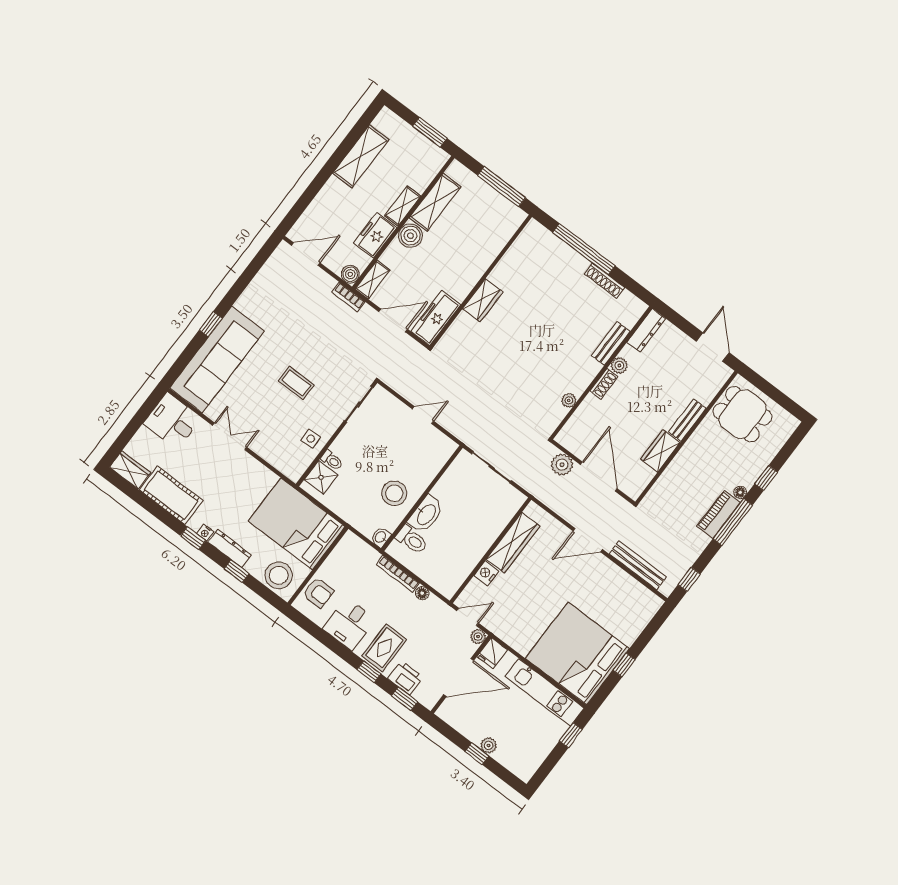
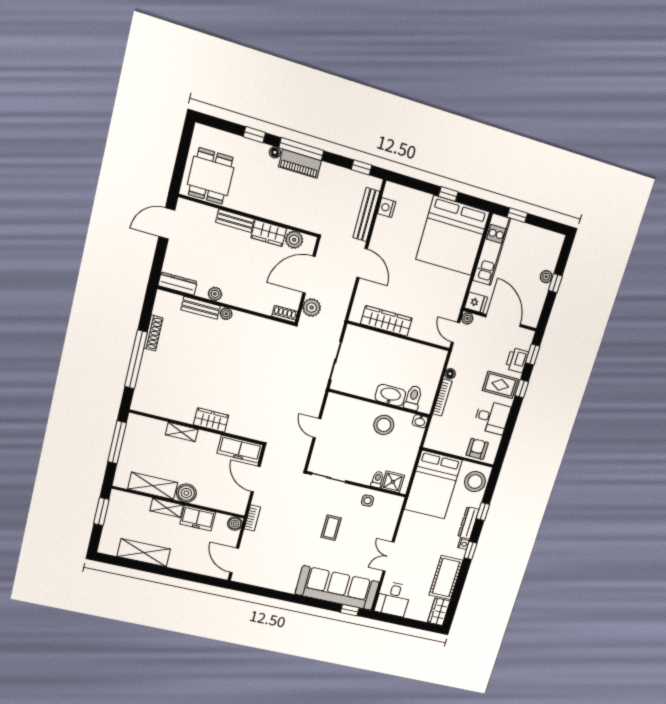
shelving: (373, 280) -> (182, 432), moved
window: (211, 324) -> (350, 610), moved
shoe rack: (604, 384) -> (285, 314), moved
plant: (569, 400) -> (226, 314), moved
plant: (642, 476) -> (294, 240), added
nightstand: (486, 573) -> (387, 208), moved, turned 90

